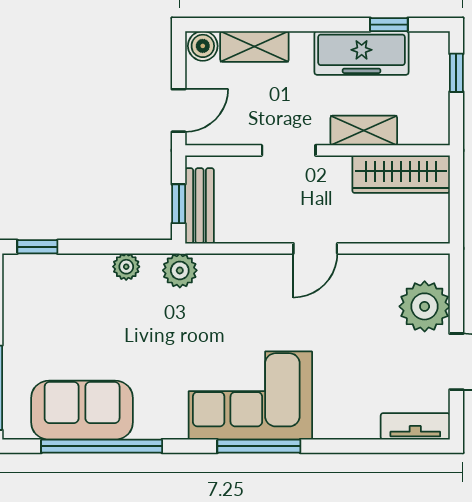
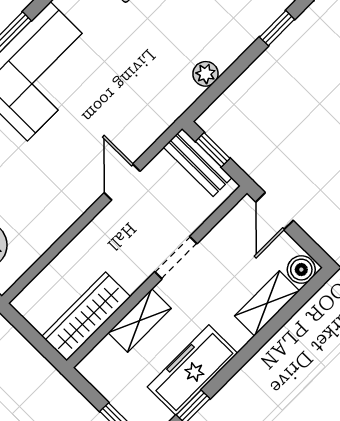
door: (315, 248) -> (122, 182), moved
plant: (180, 270) -> (168, 107), removed

